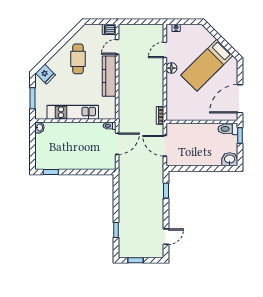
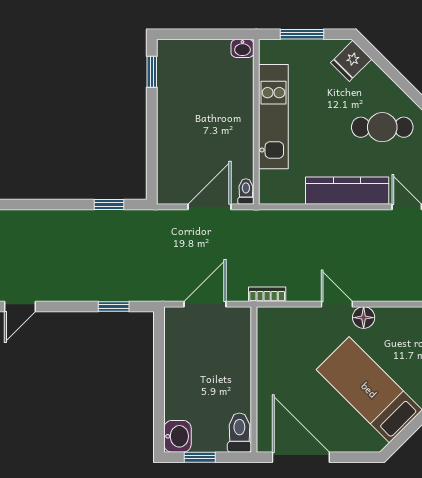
door: (165, 50) -> (337, 304), moved
window: (240, 136) -> (200, 457), moved
door: (117, 144) -> (209, 207), swing flipped
window: (116, 230) -> (109, 204), moved
door: (166, 237) -> (20, 307), hinge flipped

